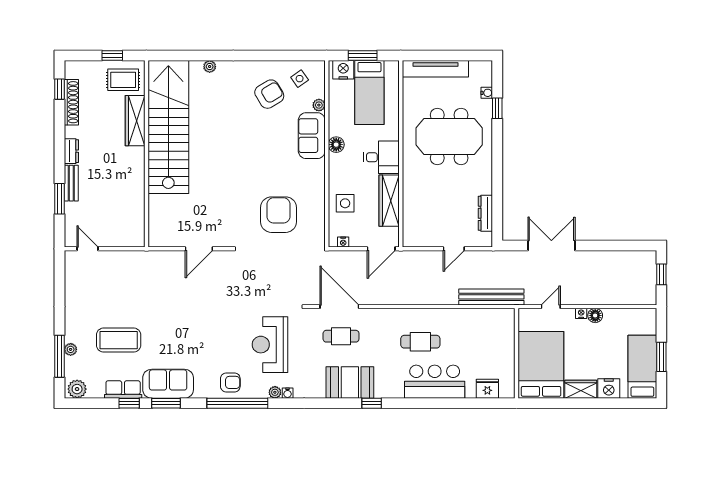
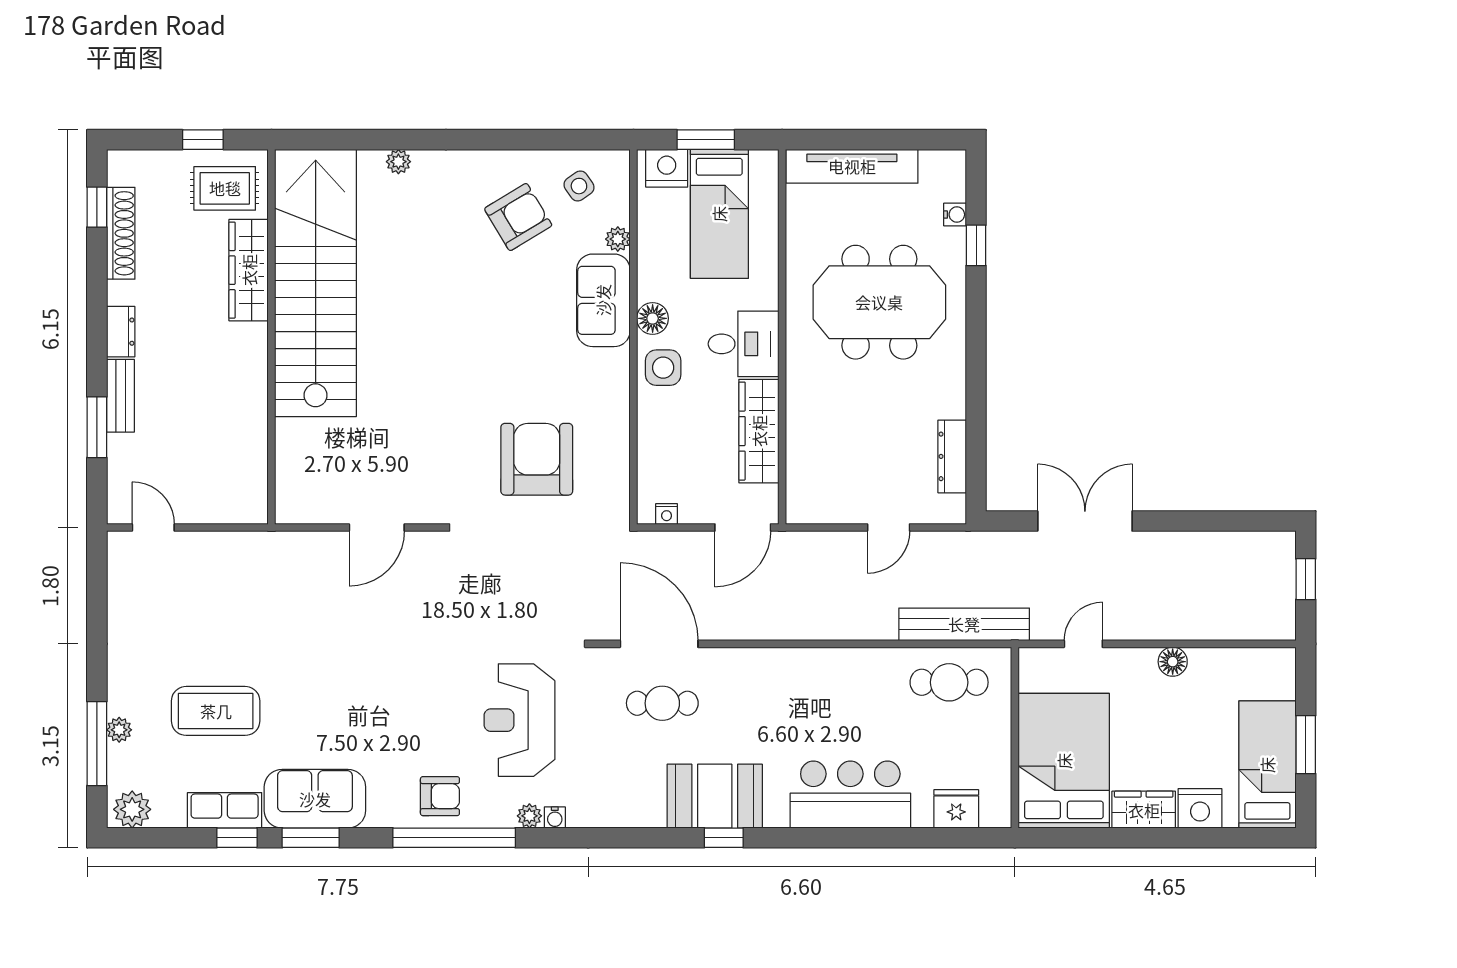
side table: (345, 203) -> (663, 368), moved
nightstand: (581, 313) -> (1145, 657), removed
cafe table: (420, 342) -> (949, 682), moved
booth: (350, 382) -> (715, 796), moved

